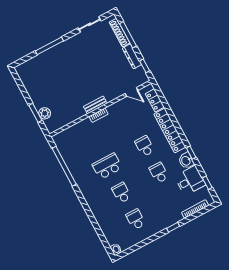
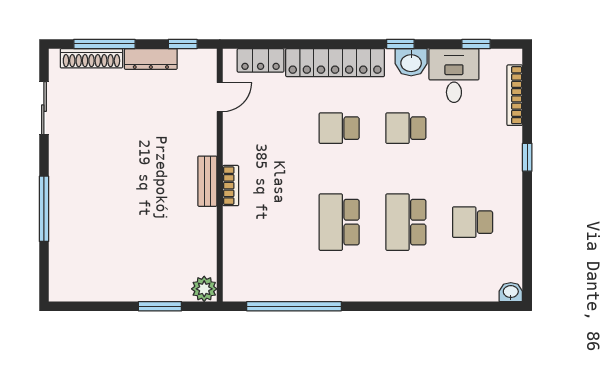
plant: (45, 113) -> (204, 289), moved
school desk: (121, 193) -> (406, 222), width x1.85

